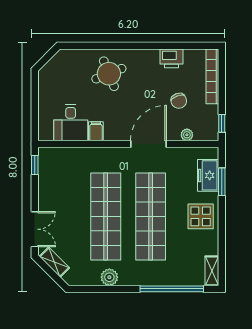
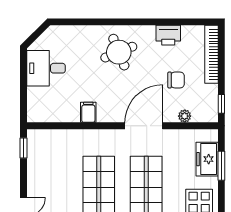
round table: (109, 74) -> (119, 52), moved
chair: (179, 101) -> (176, 80), turned -69
desk: (71, 123) -> (46, 68), moved, turned 90

